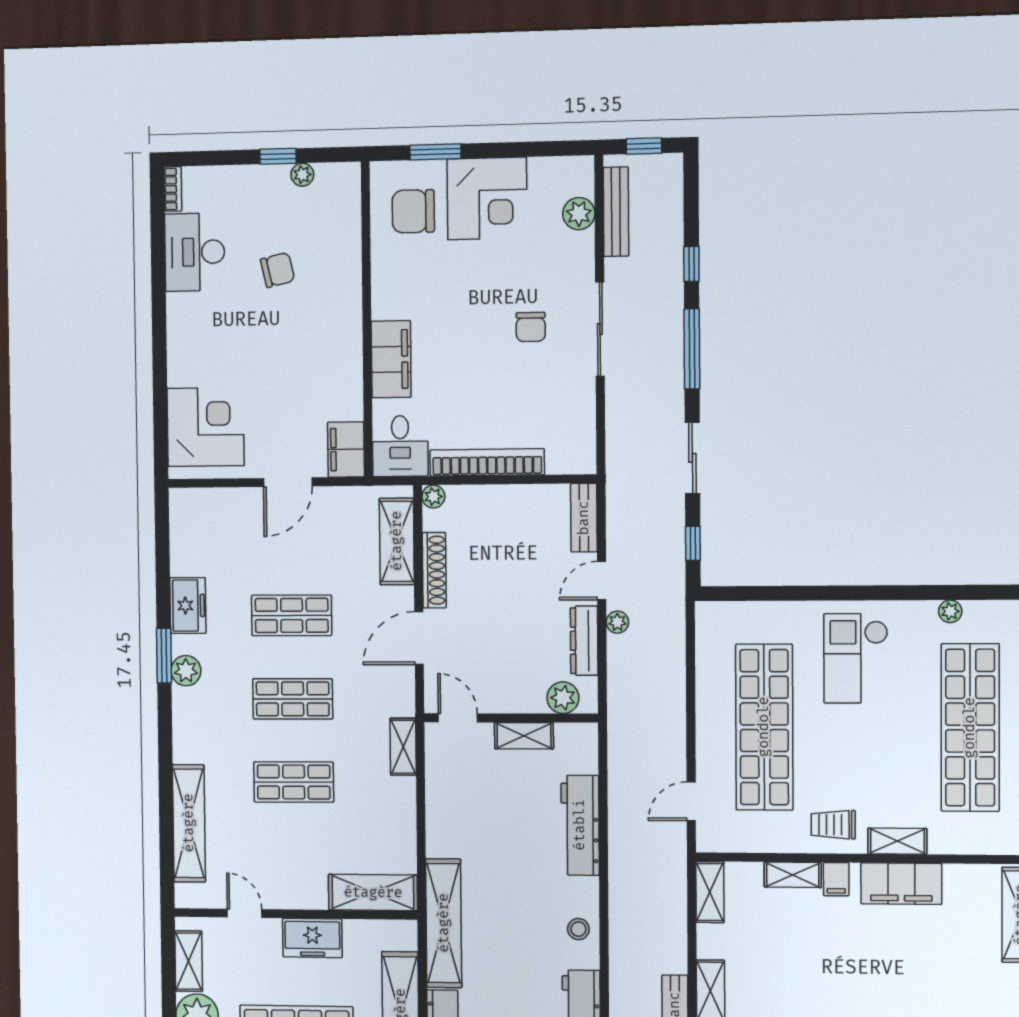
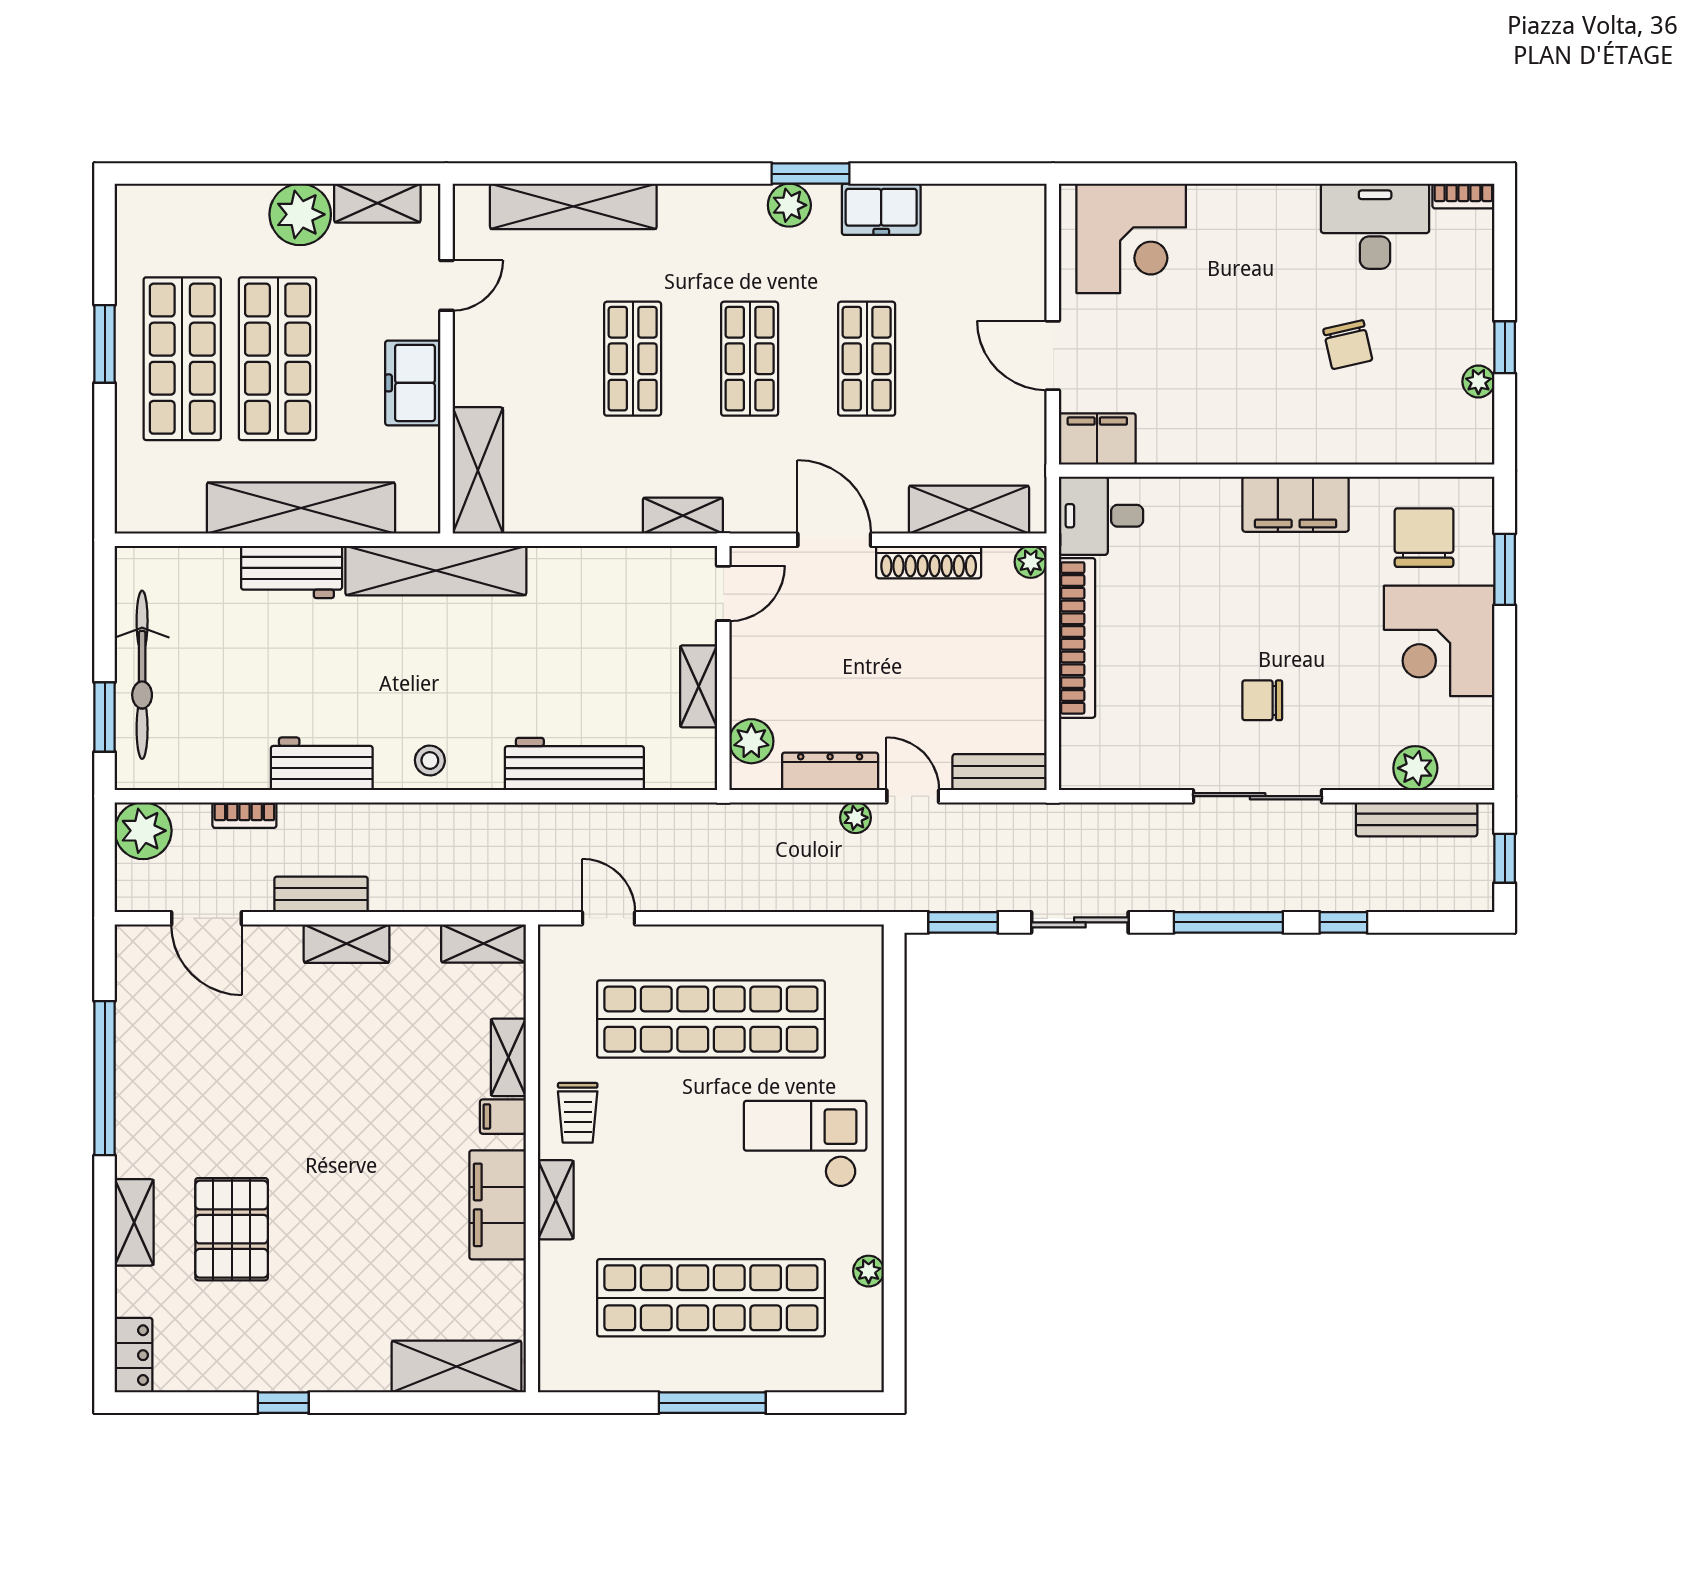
filing cabinet: (391, 359) -> (1296, 504), moved
window: (693, 543) -> (963, 922), width x1.50
trolley: (833, 825) -> (578, 1113), turned 180

